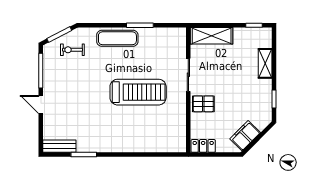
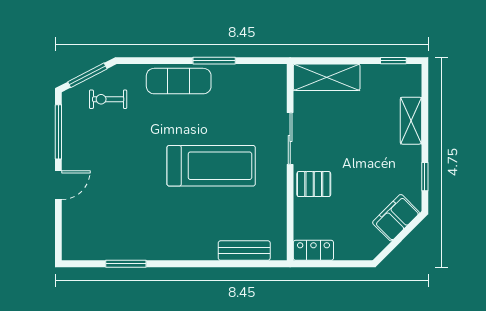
door: (41, 104) -> (58, 185), swing flipped
filing cabinet: (245, 136) -> (396, 218), moved
bench: (59, 146) -> (244, 251), moved

